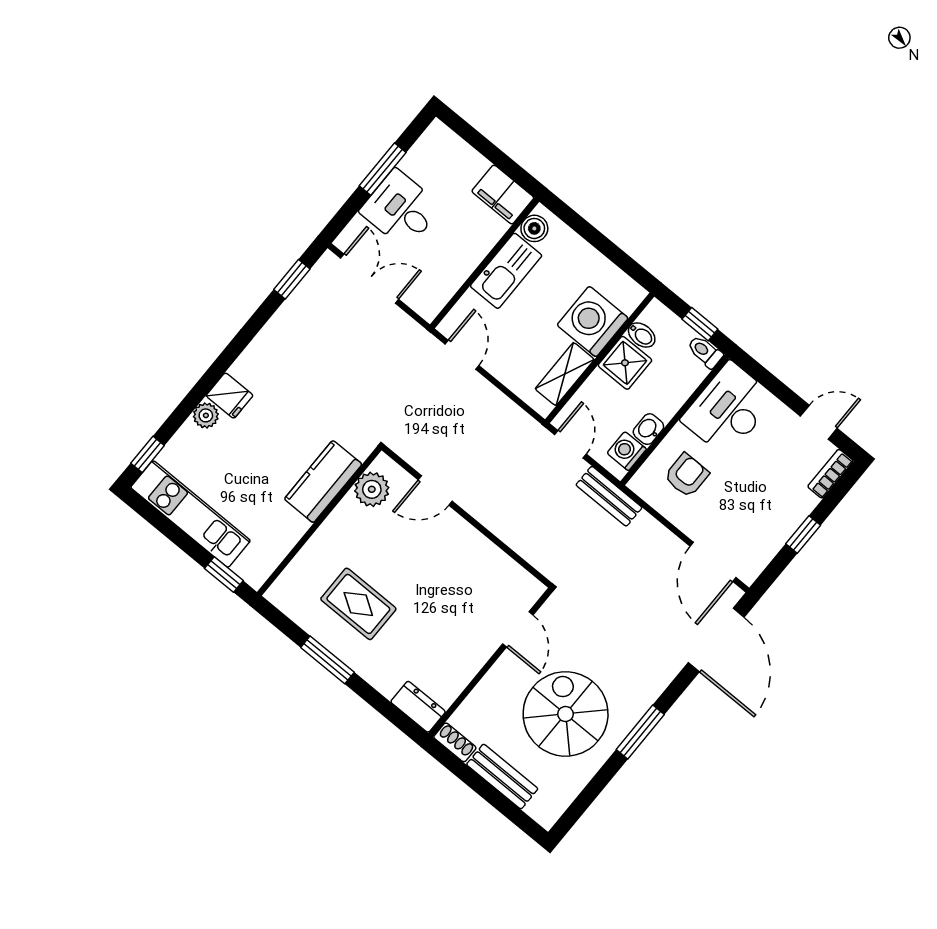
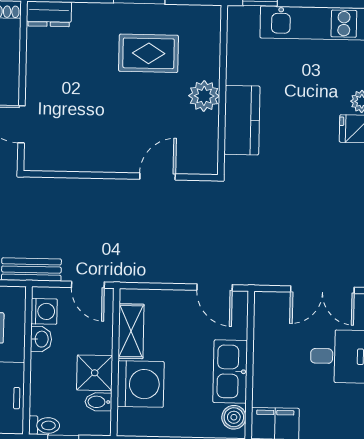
plant: (372, 489) -> (204, 96), moved

